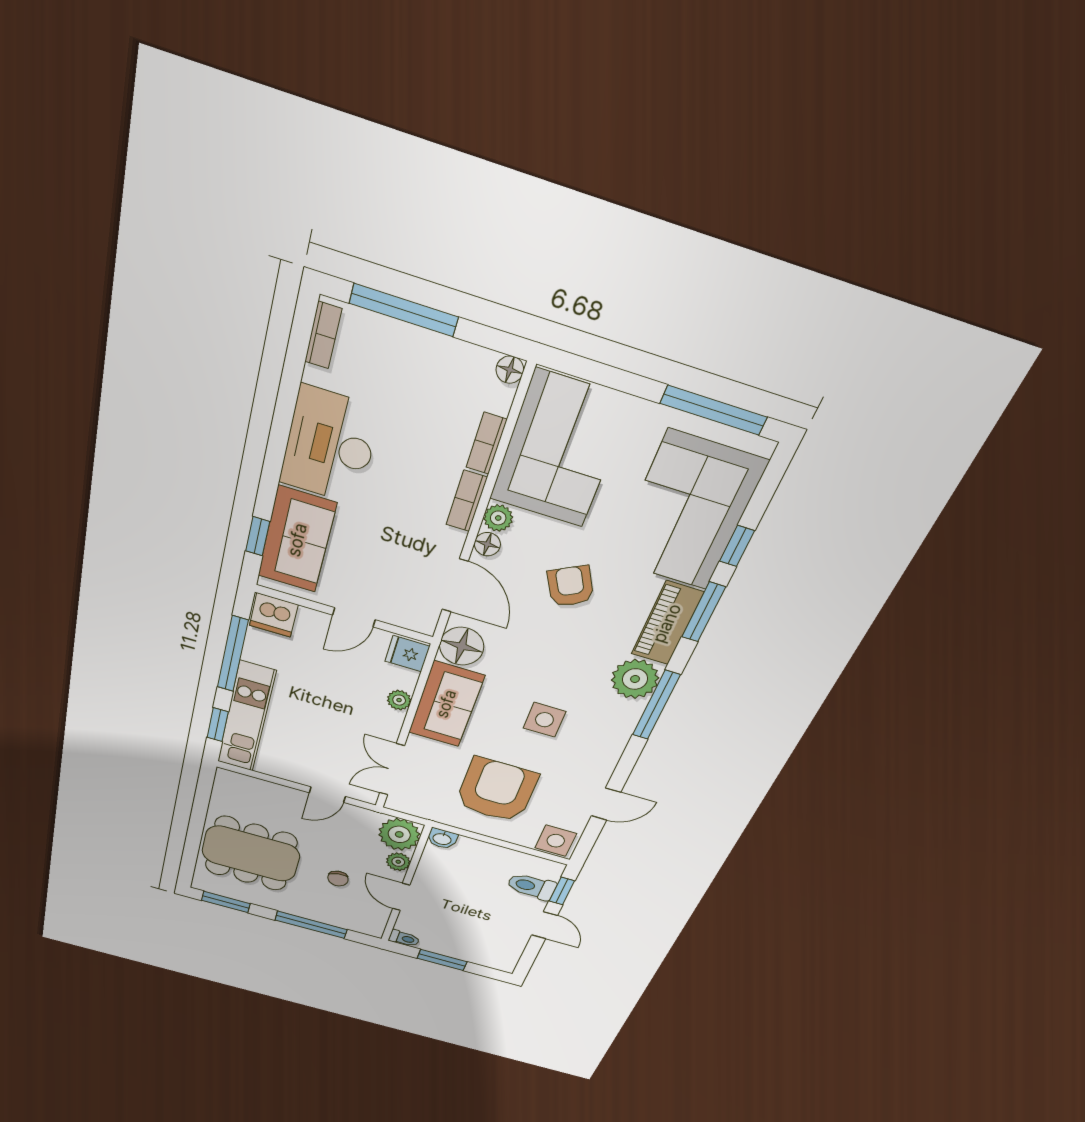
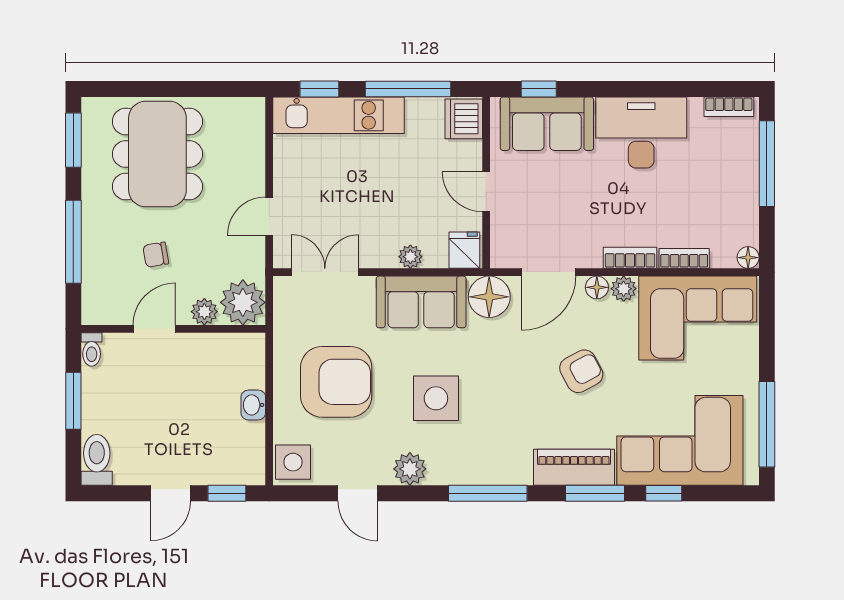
plant: (635, 679) -> (410, 469), moved, width x0.73, depth x0.73
side table: (544, 720) -> (436, 398), width x1.37, depth x1.37
door: (327, 795) -> (269, 216), hinge flipped
washbasin: (442, 839) -> (253, 405), moved
toilet: (531, 886) -> (97, 460), moved

